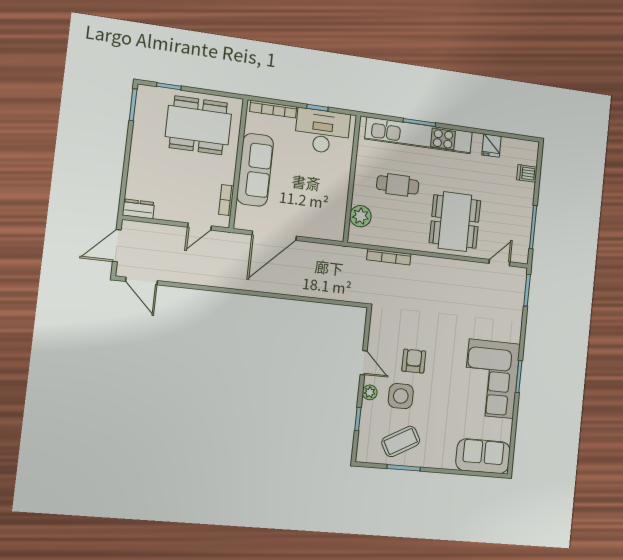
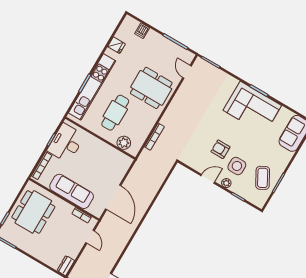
cafe table: (398, 185) -> (115, 113), width x1.37, depth x1.35

